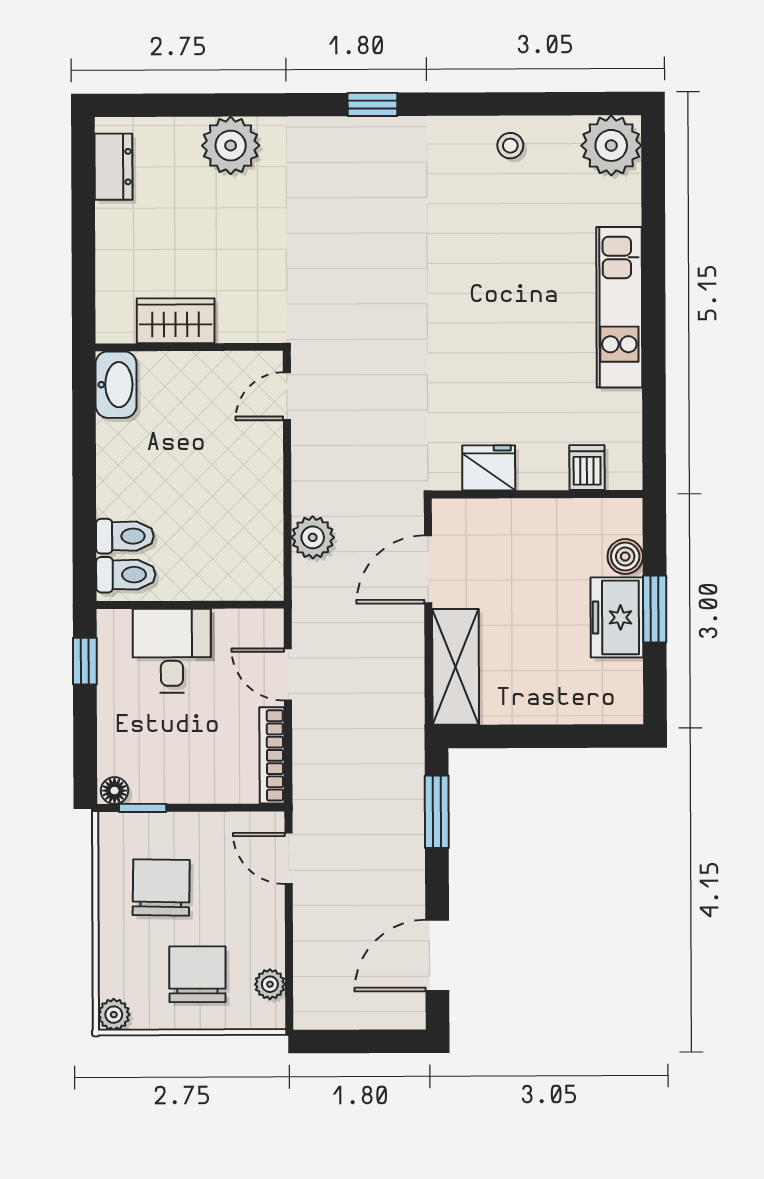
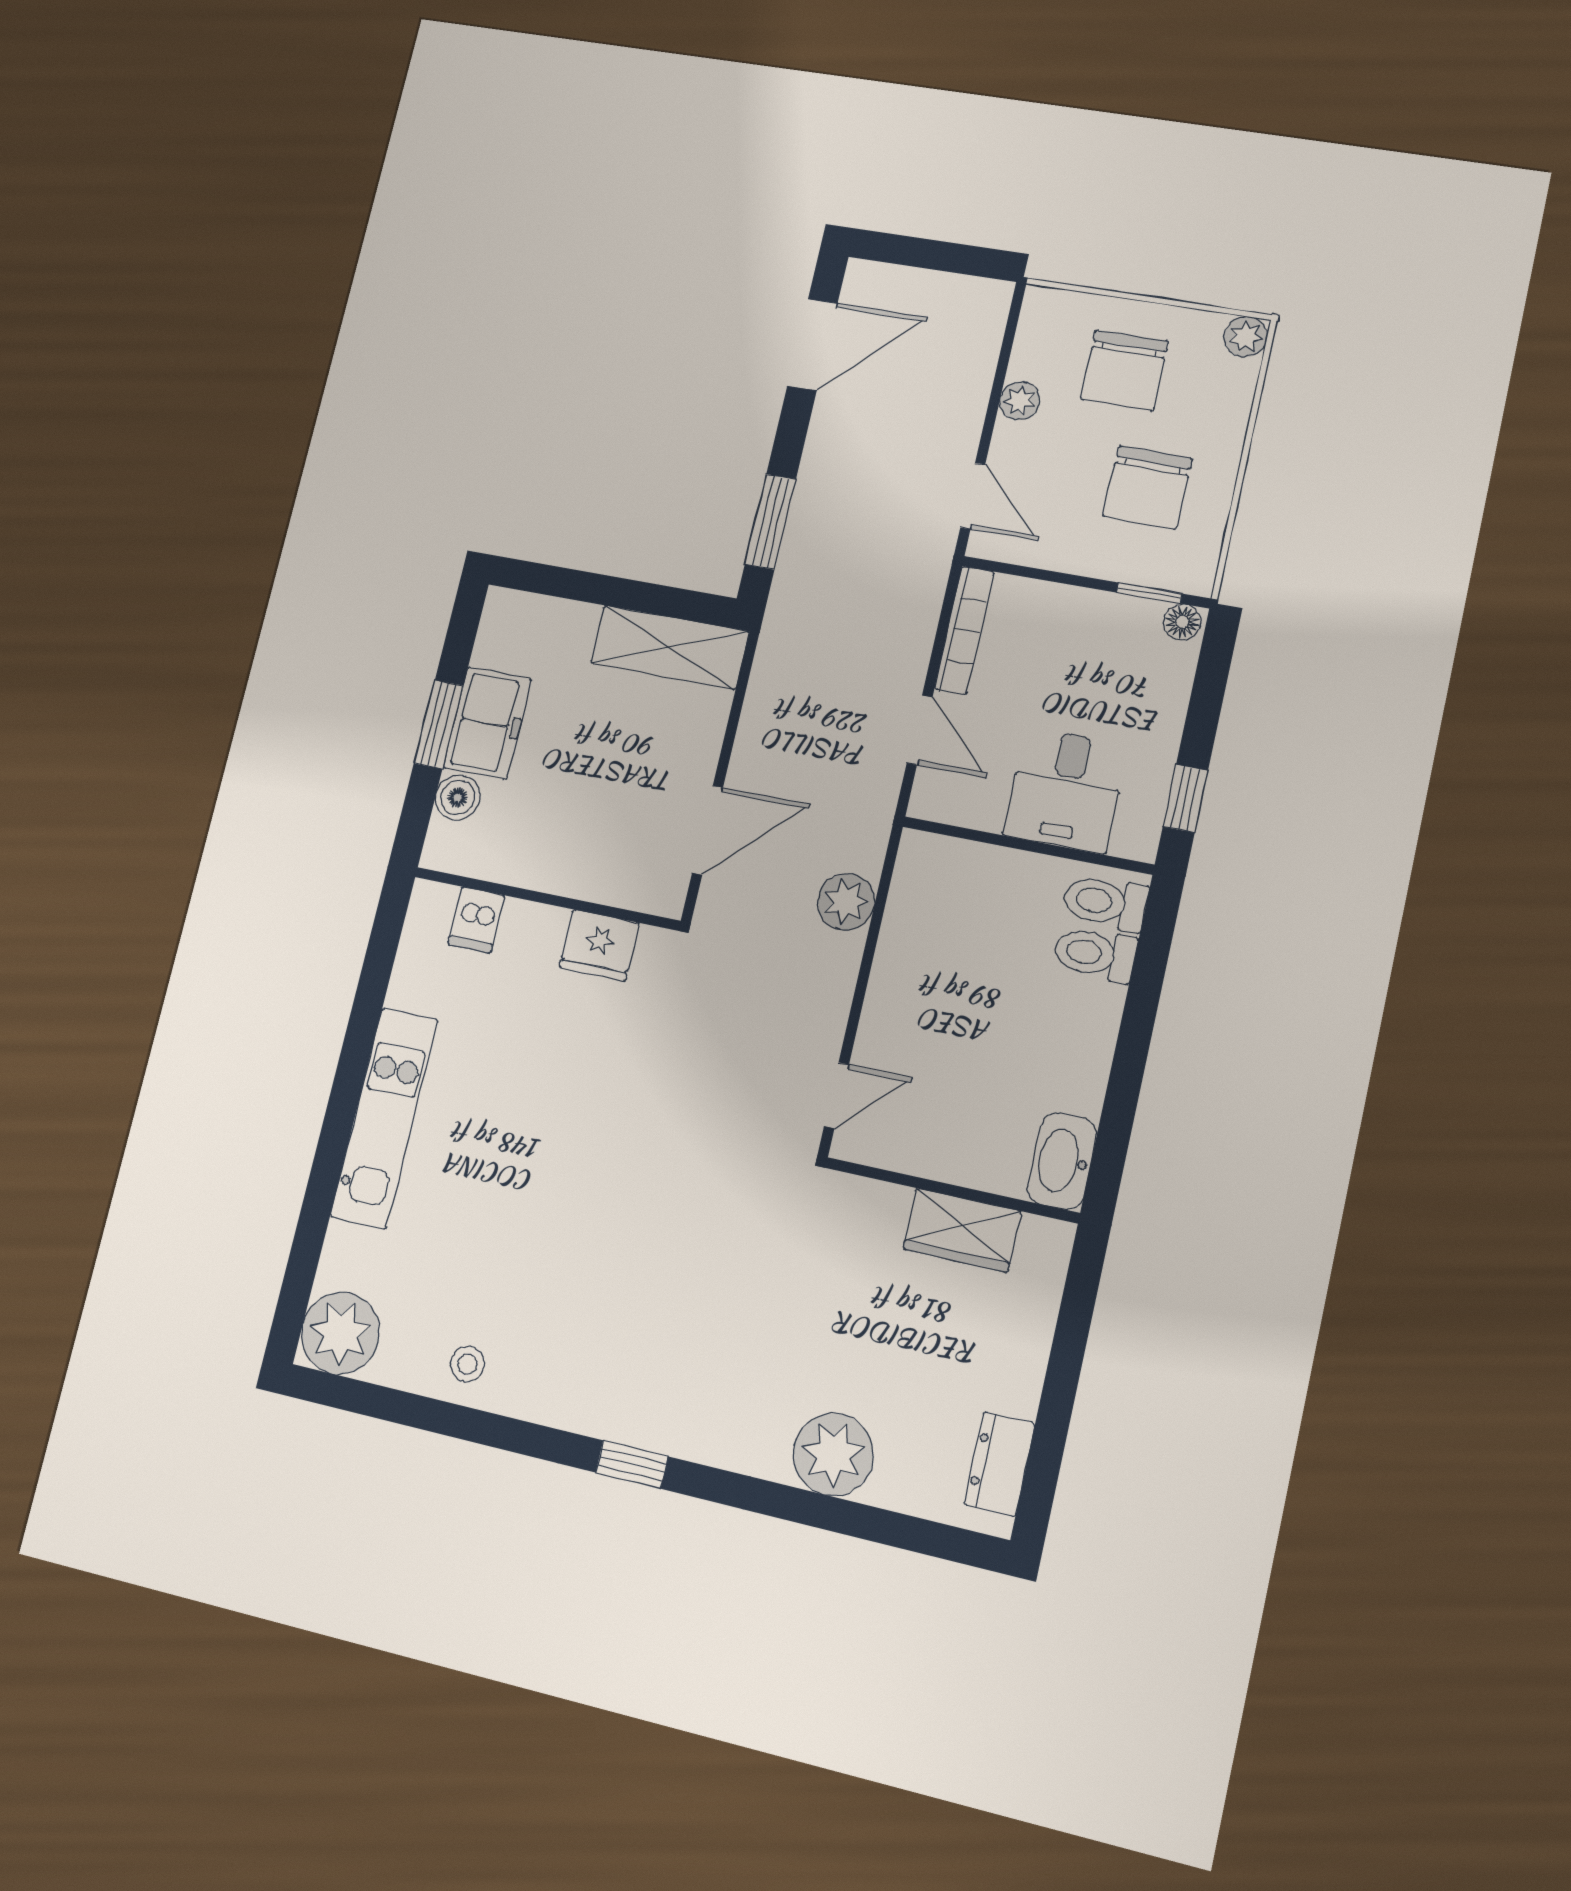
shelving: (456, 667) -> (670, 647), moved, turned 90
plant: (270, 984) -> (1020, 401), moved

